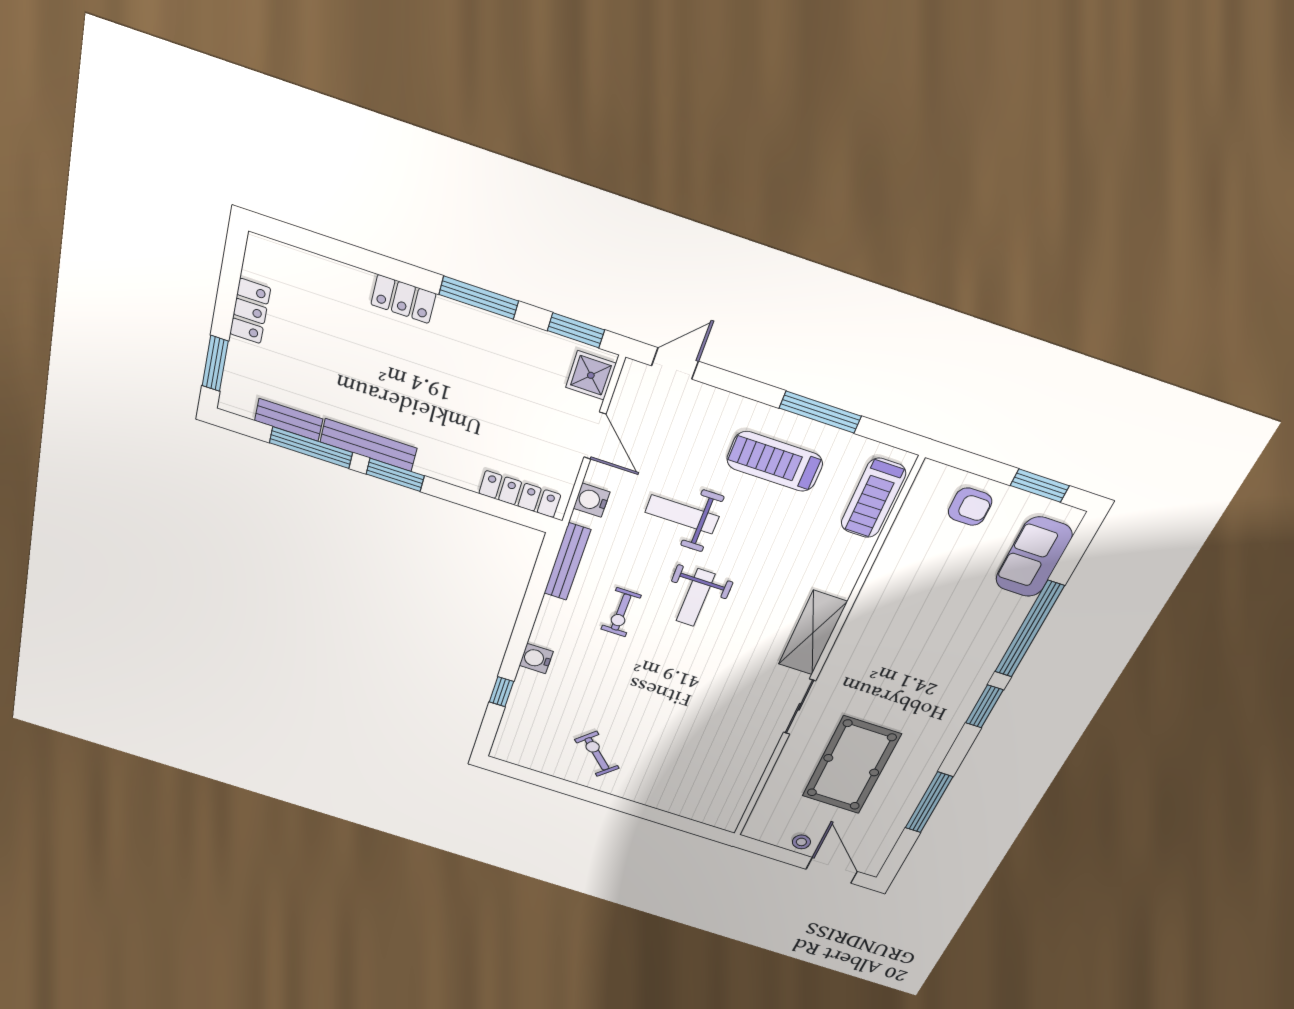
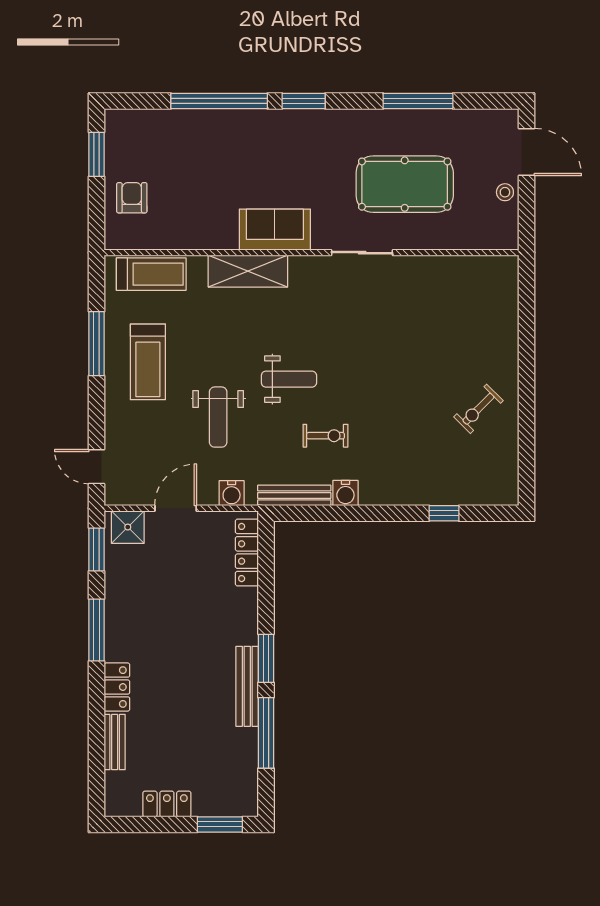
bench: (289, 420) -> (115, 742), moved
sofa: (1034, 557) -> (275, 230), moved, turned 180
shelving: (813, 633) -> (248, 271), moved
water cooler: (536, 658) -> (345, 493), moved
door: (832, 870) -> (527, 152), swing flipped

